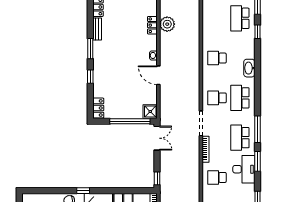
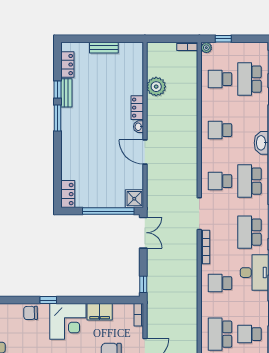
school desk: (217, 18) -> (220, 79), added
locker: (152, 25) -> (137, 108), moved
window: (90, 77) -> (57, 89), moved

